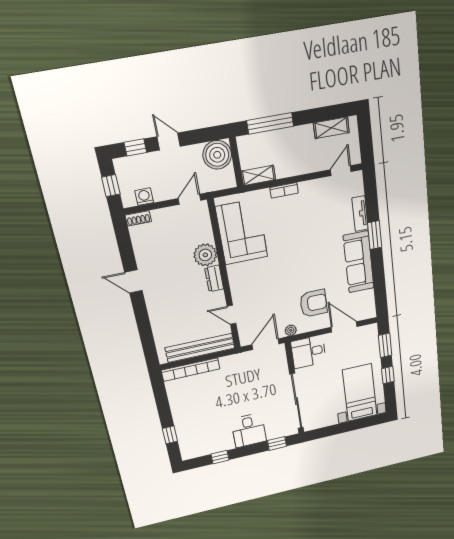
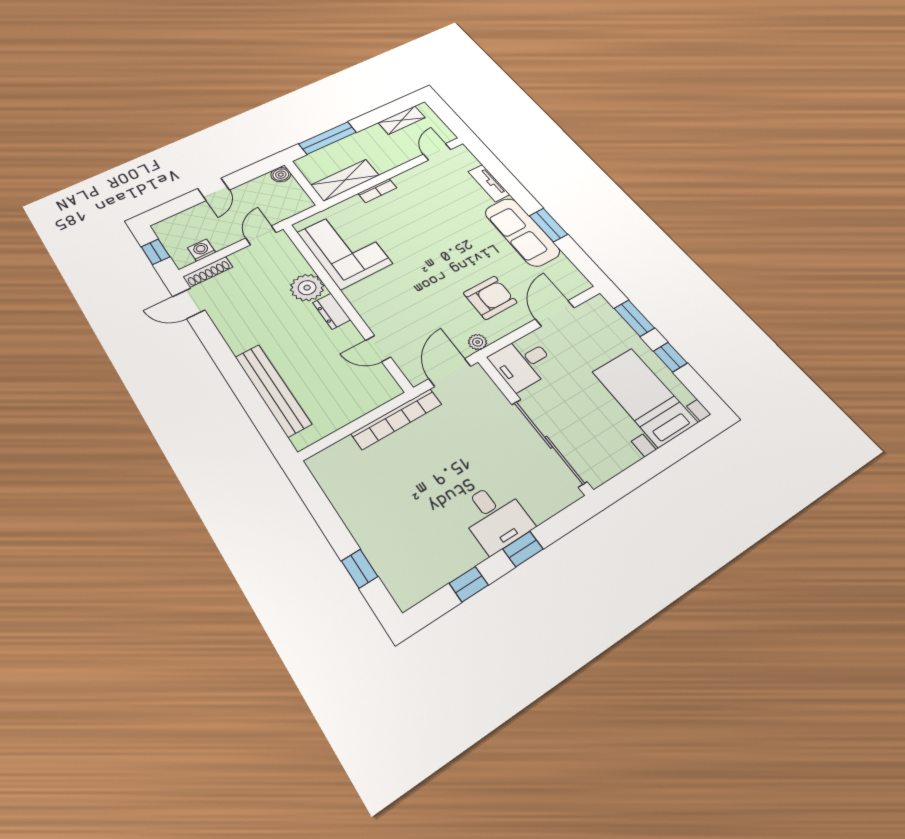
door: (169, 142) -> (214, 189), swing flipped
window: (135, 147) -> (175, 207), removed
boiler: (217, 155) -> (281, 175), width x0.54, depth x0.54
shelving: (258, 175) -> (345, 180), width x1.50, depth x1.33
shoe rack: (138, 218) -> (208, 272), width x1.43
window: (375, 235) -> (548, 225), moved
door: (134, 281) -> (189, 303), moved
door: (344, 327) -> (555, 313), hinge flipped
bench: (200, 348) -> (273, 390), moved, turned 90
bookcase: (191, 370) -> (397, 419), moved
window: (277, 443) -> (523, 549), moved

